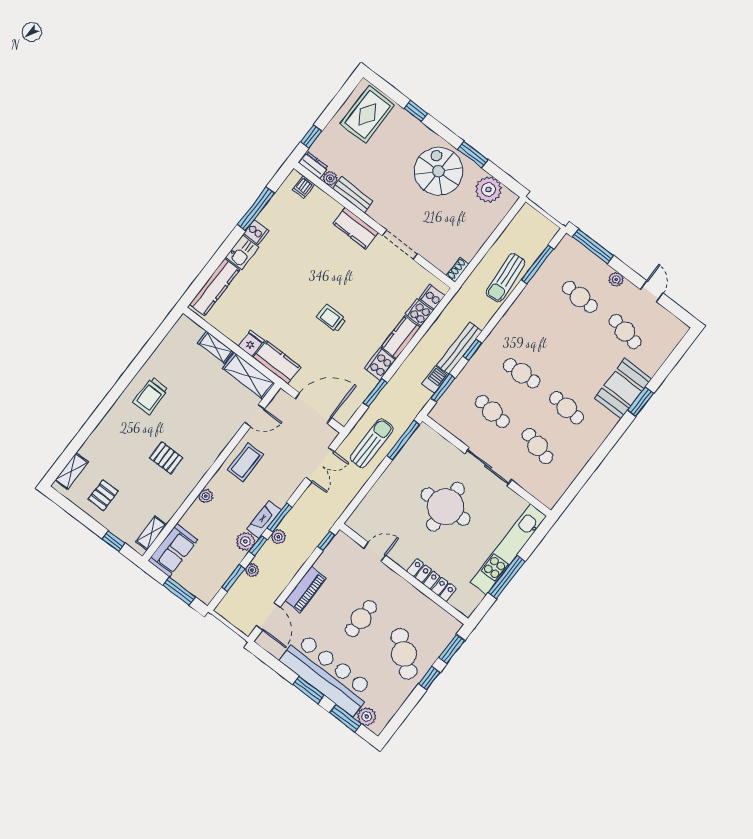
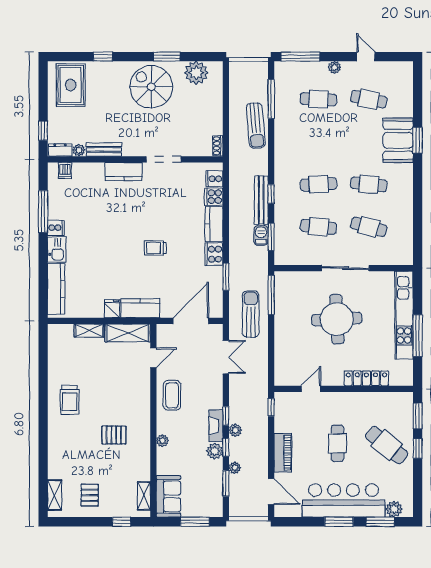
window: (280, 517) -> (226, 416), width x0.67

